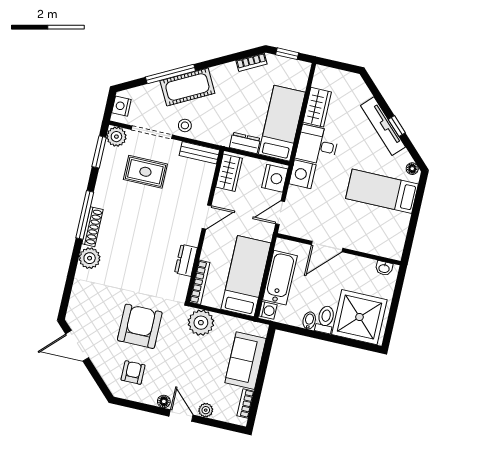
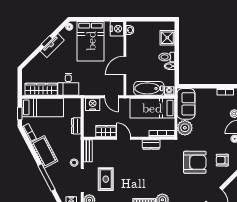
cot: (187, 87) -> (44, 152), moved
wardrobe: (317, 107) -> (41, 89), width x1.50
bed: (282, 123) -> (43, 107), moved, turned 180
tv unit: (383, 126) -> (52, 46), width x0.71
wardrobe: (229, 173) -> (106, 131), moved
nightstand: (303, 174) -> (117, 29), moved, turned -90
bed: (382, 191) -> (91, 41), width x1.50
door: (327, 246) -> (125, 66), swing flipped
shower: (359, 317) -> (167, 38), width x0.54, depth x0.54
armchair: (140, 326) -> (195, 162), turned 180
sofa: (245, 361) -> (186, 104), moved, turned -90

